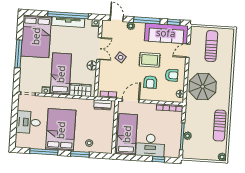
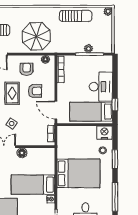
wardrobe: (80, 90) -> (48, 163), removed
dresser: (103, 105) -> (62, 139), removed
bed: (61, 130) -> (78, 173), moved, turned 180
nightstand: (106, 146) -> (104, 133), added
window: (159, 159) -> (115, 105), moved

